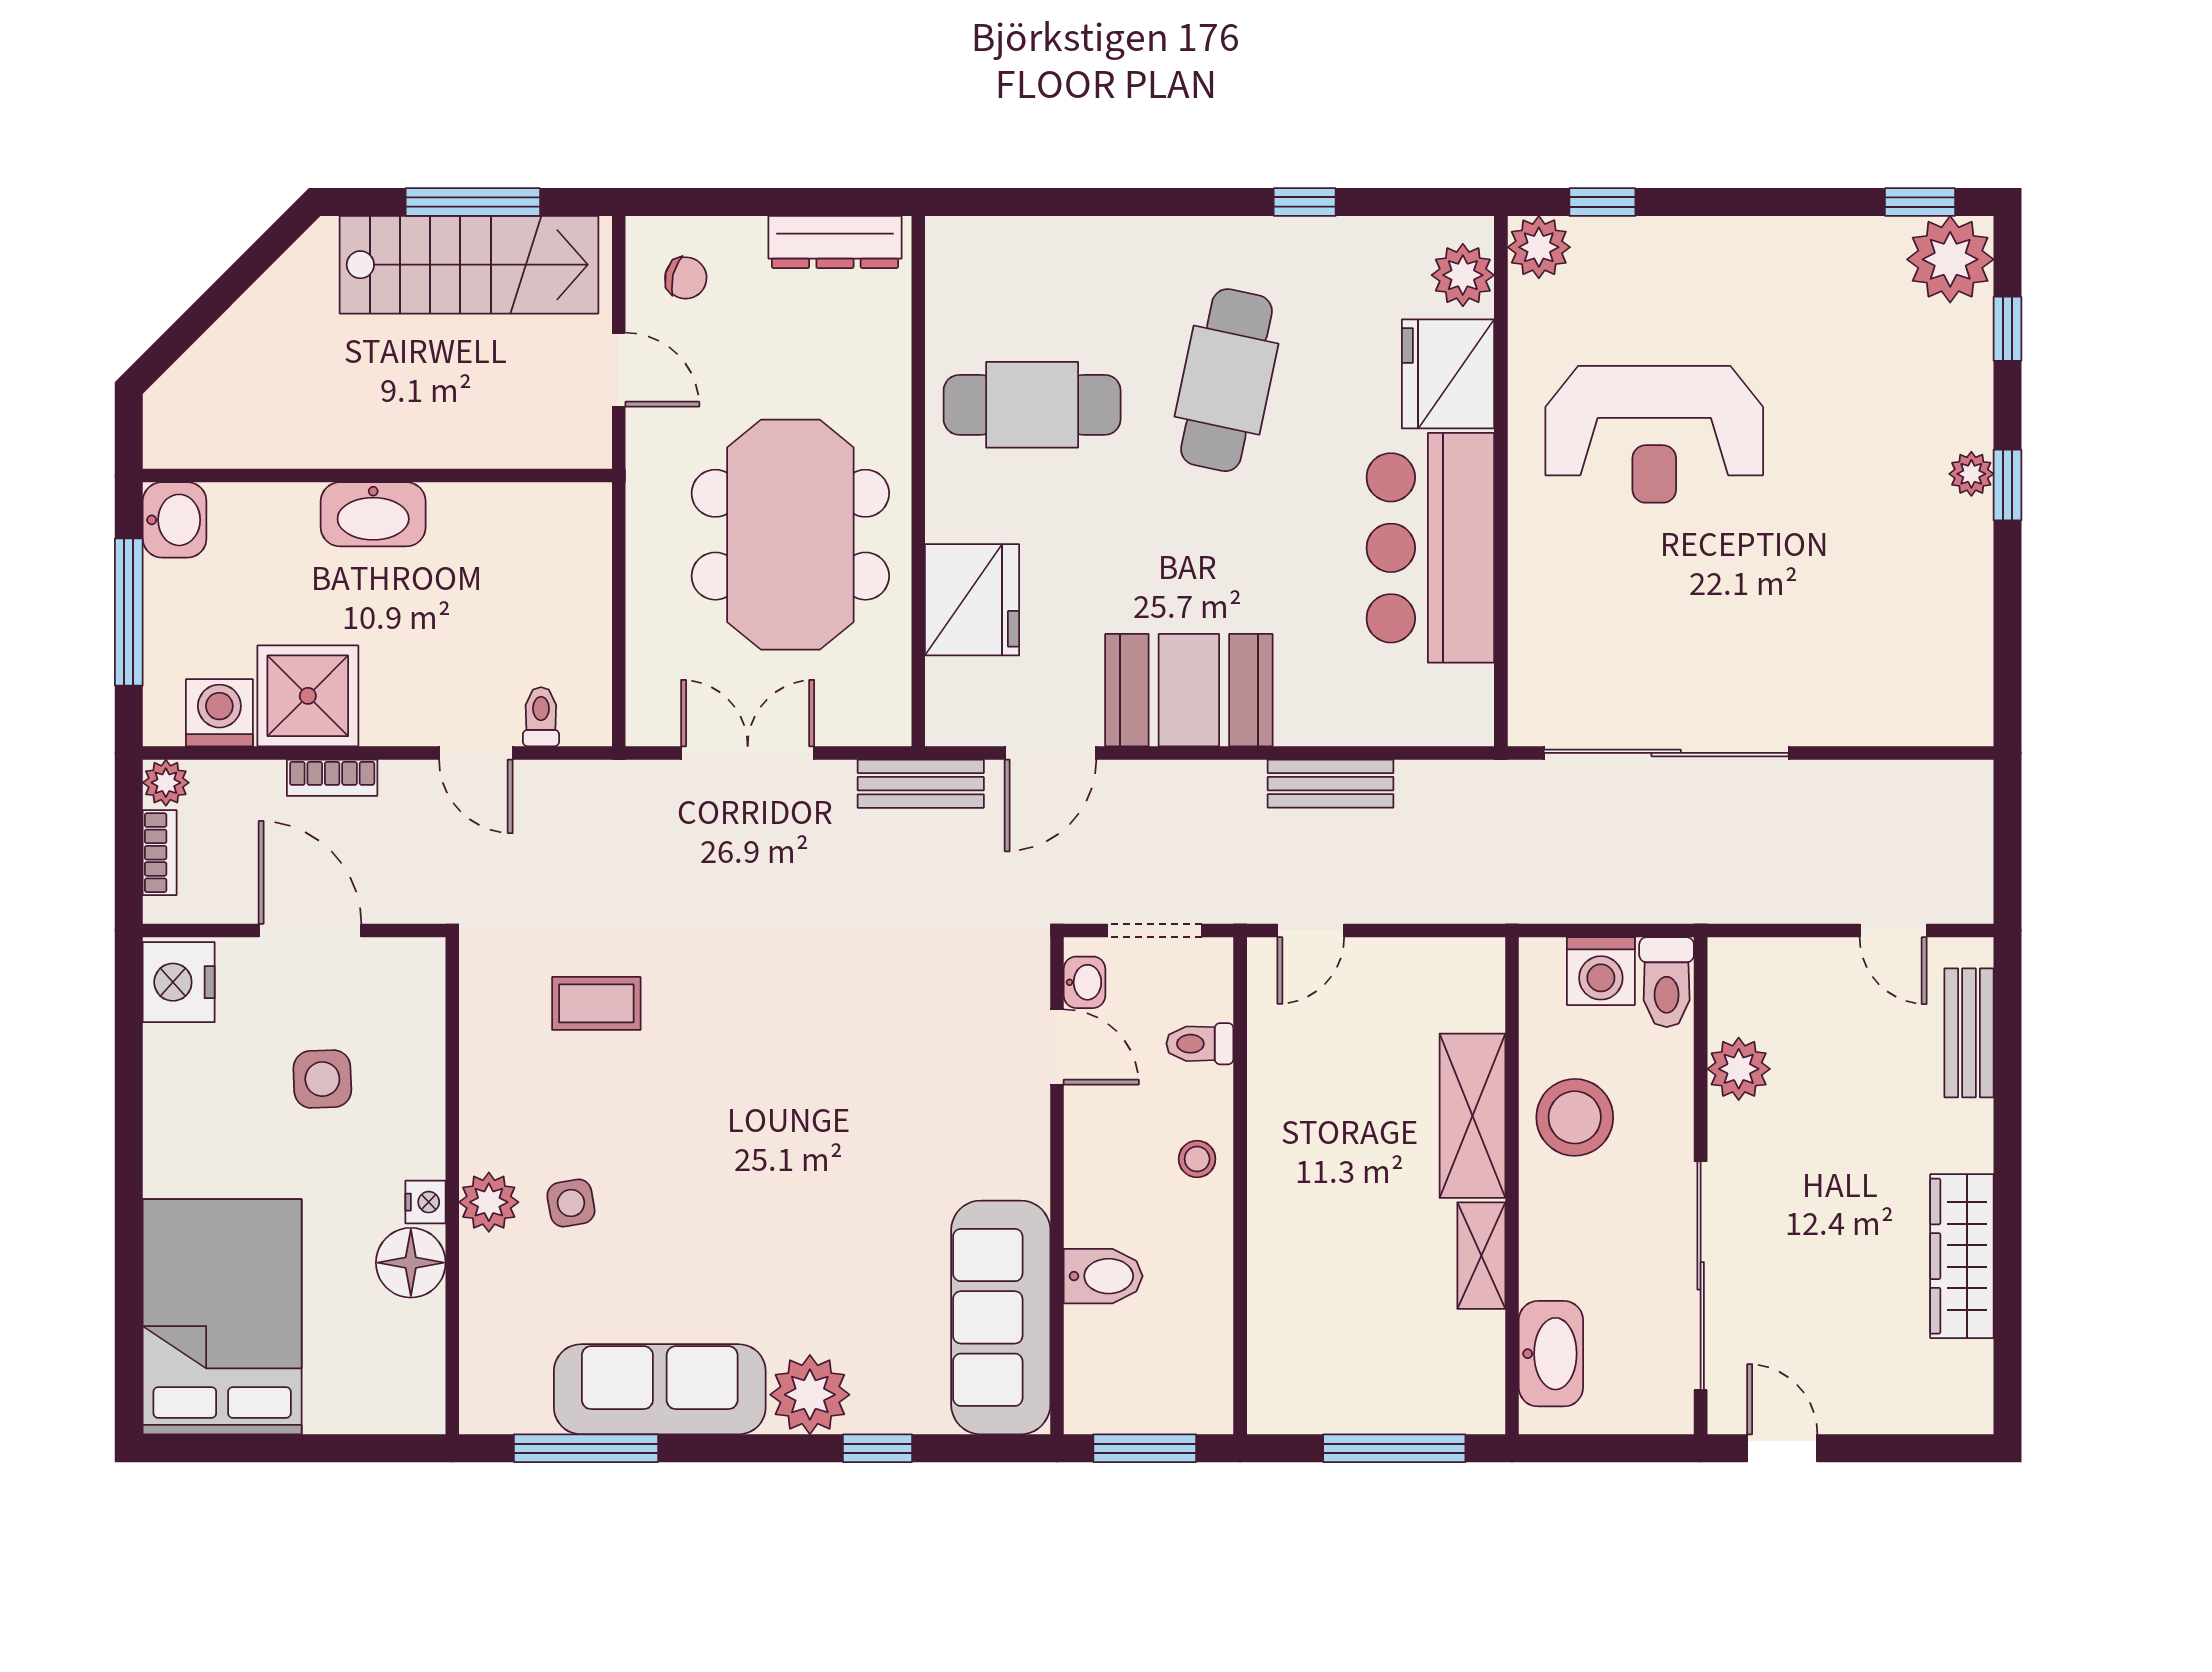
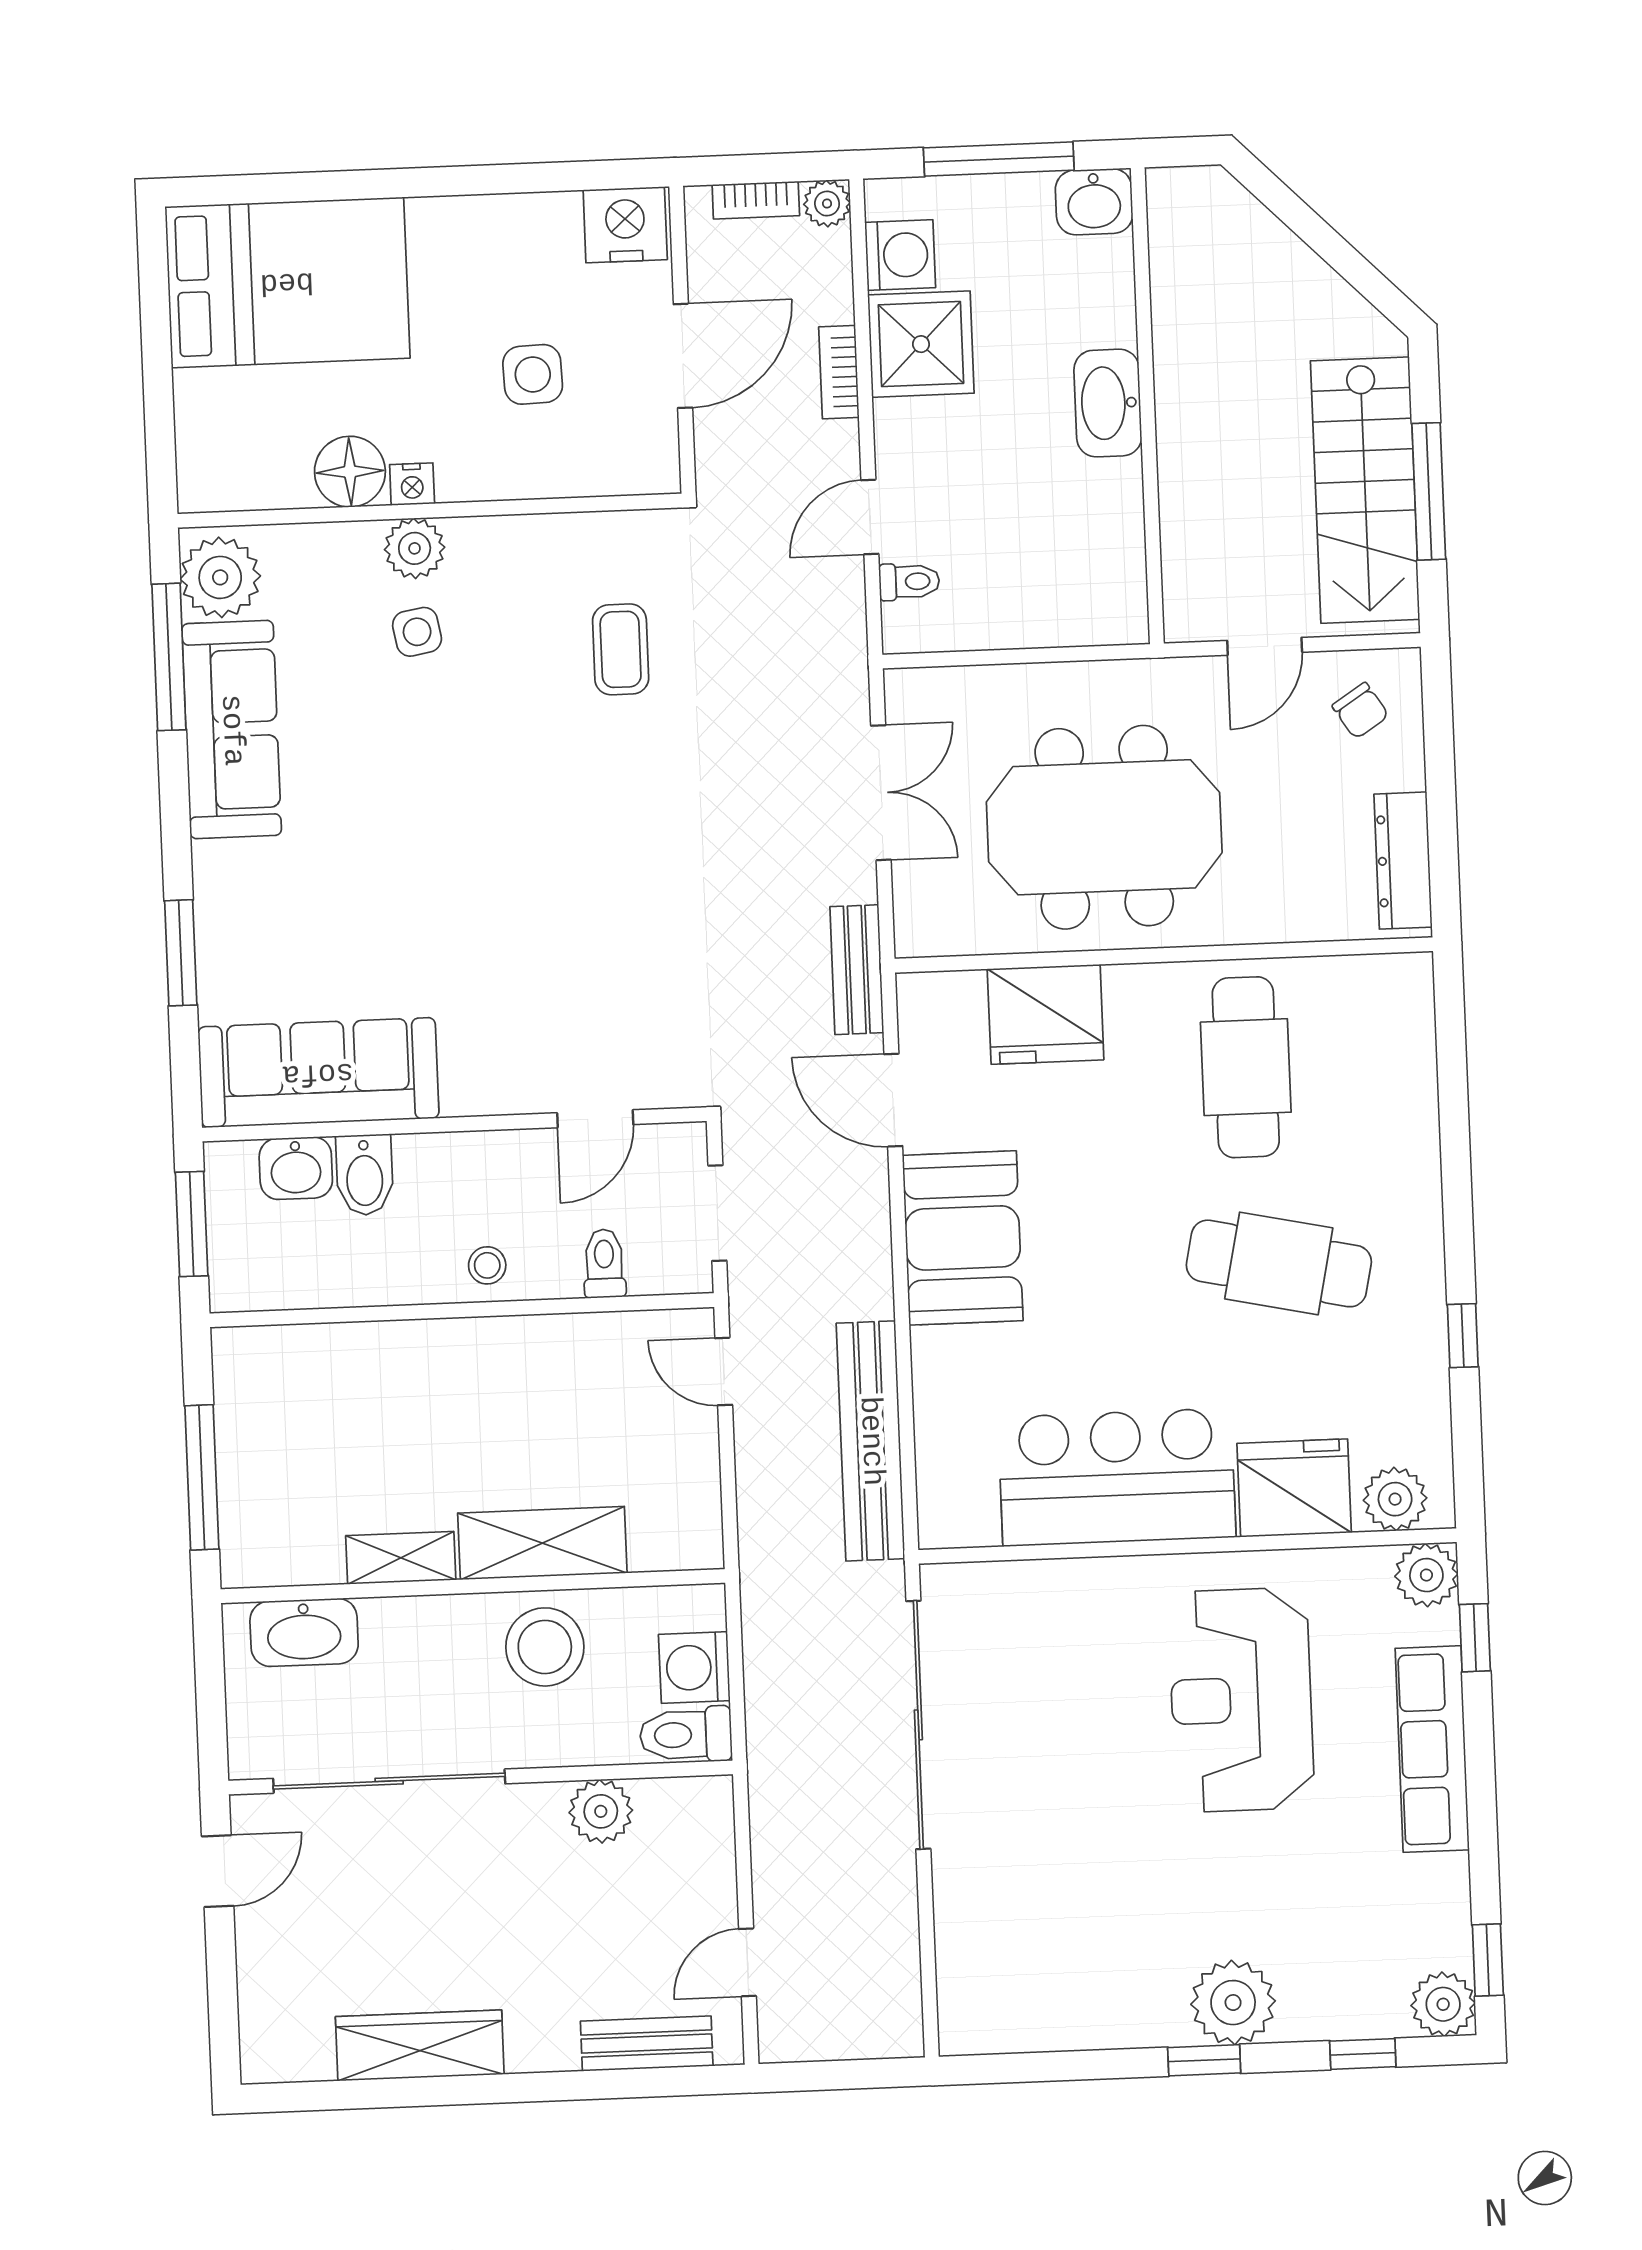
row of seats: (1710, 248) -> (1432, 1749), added
plant: (1950, 259) -> (1443, 2004), width x0.73, depth x0.73
chair: (686, 278) -> (1360, 711), turned -47
plant: (1971, 474) -> (1233, 2003), width x1.88, depth x1.88
bench: (1331, 784) -> (871, 1441), width x1.86, depth x1.21
washbasin: (1085, 982) -> (296, 1168), moved, width x1.38, depth x1.45
plant: (810, 1395) -> (220, 577), moved
window: (877, 1448) -> (181, 953), width x1.50

